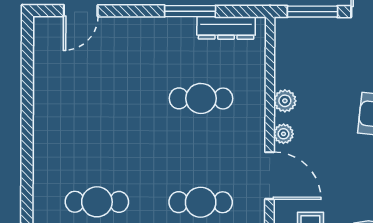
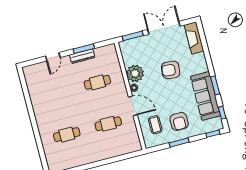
door: (81, 11) -> (53, 57), moved
dresser: (226, 28) -> (82, 56), moved
plant: (285, 101) -> (135, 73), width x1.88, depth x1.88

